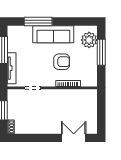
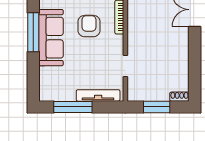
window: (38, 22) -> (33, 32), moved

